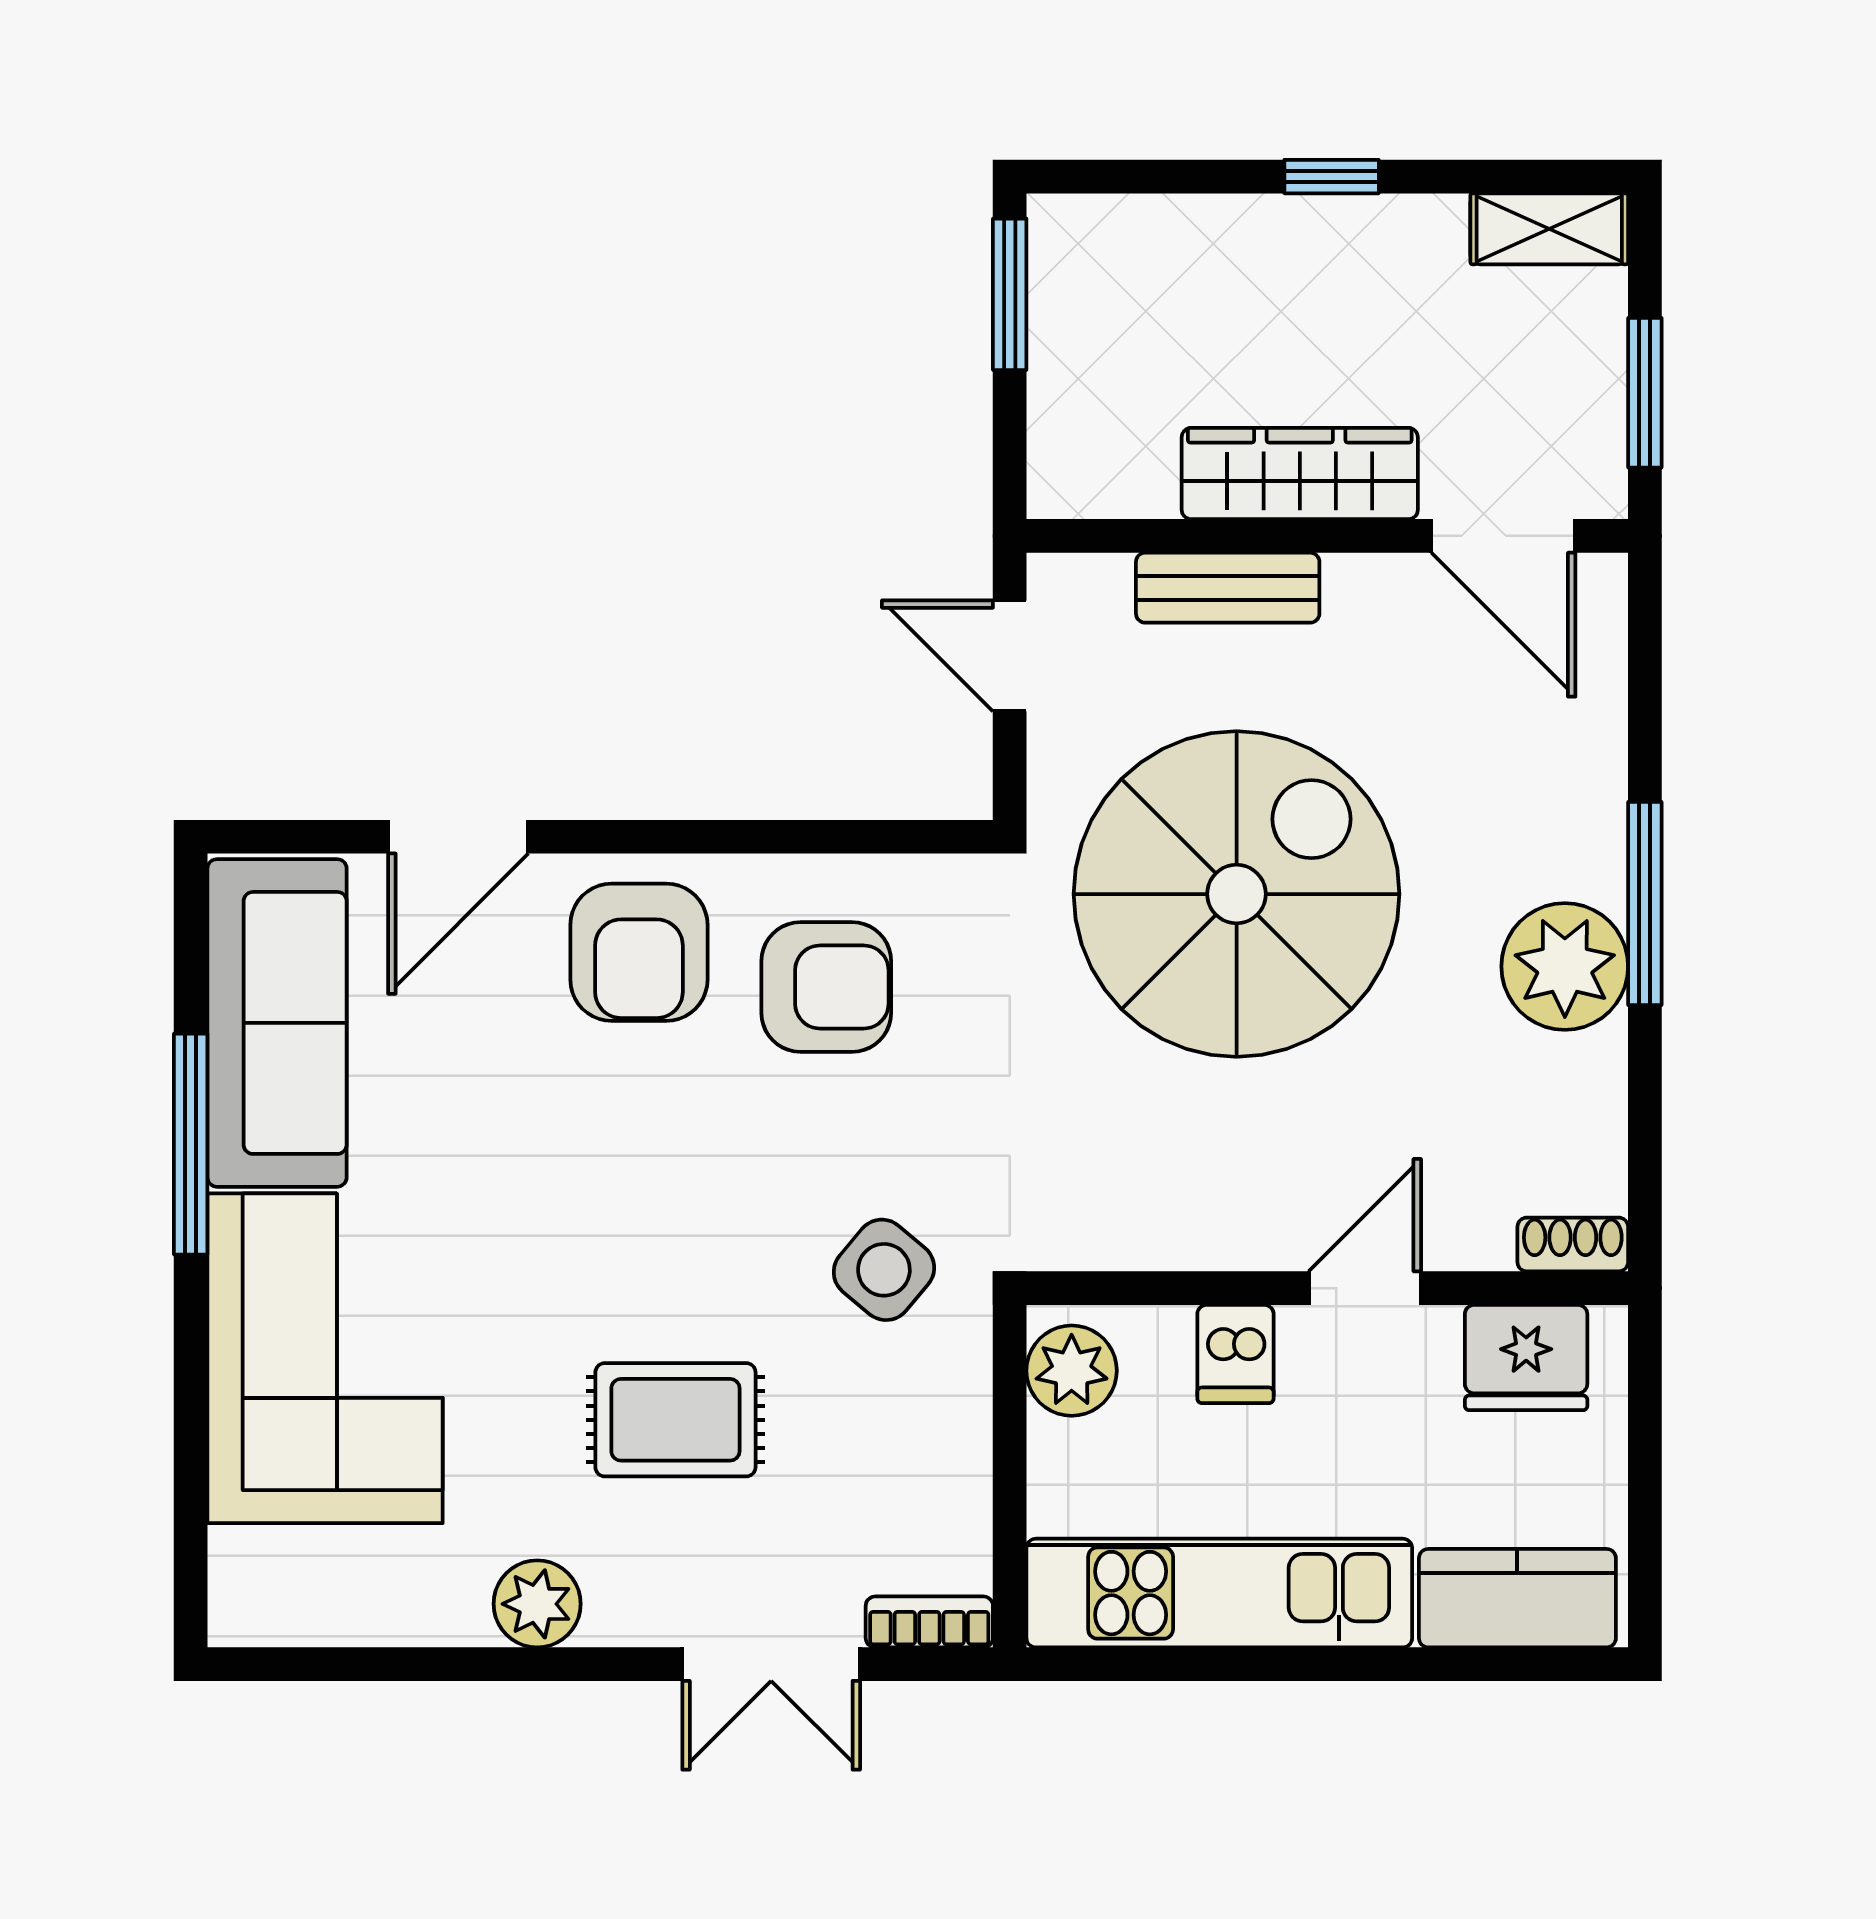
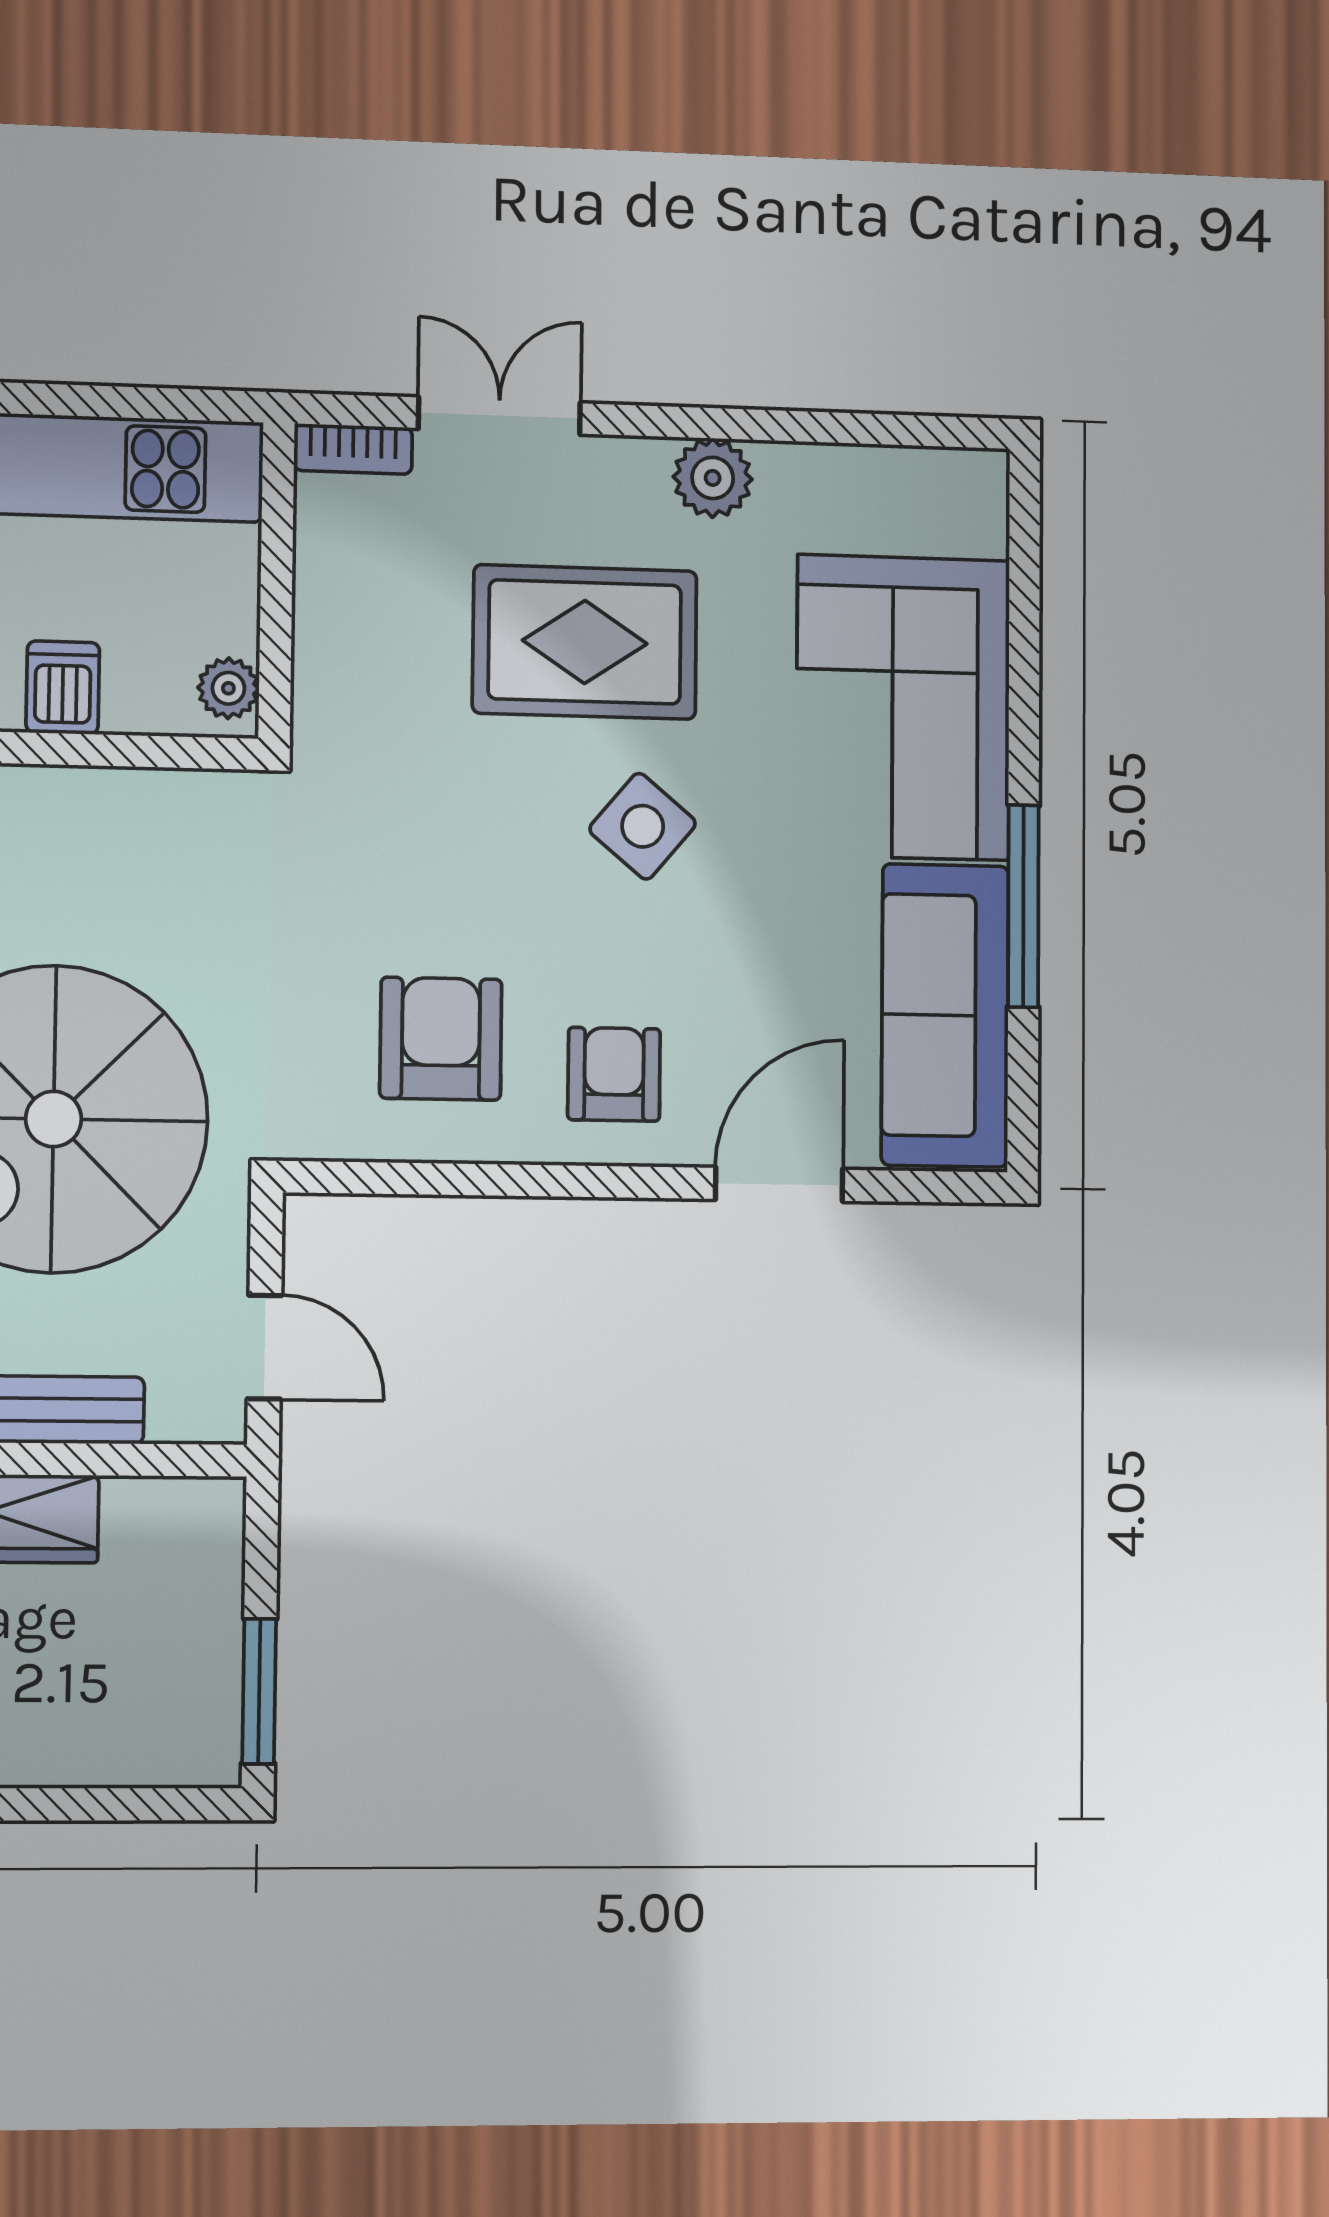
armchair: (639, 952) -> (614, 1074), width x0.72, depth x0.72
armchair: (826, 987) -> (441, 1039), turned 90
side table: (884, 1270) -> (643, 826), moved
plant: (1072, 1371) -> (228, 688), width x0.73, depth x0.73
rug: (675, 1420) -> (585, 642), width x1.36, depth x1.43

